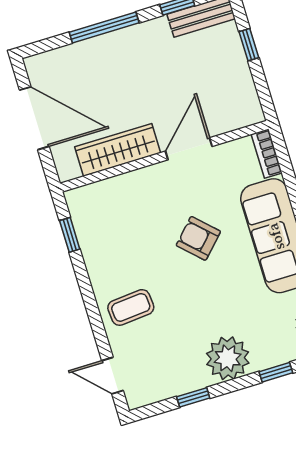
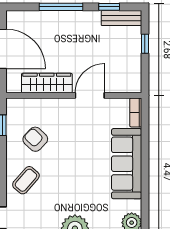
armchair: (198, 238) -> (35, 139), moved
coffee table: (131, 307) -> (26, 180), turned -44

